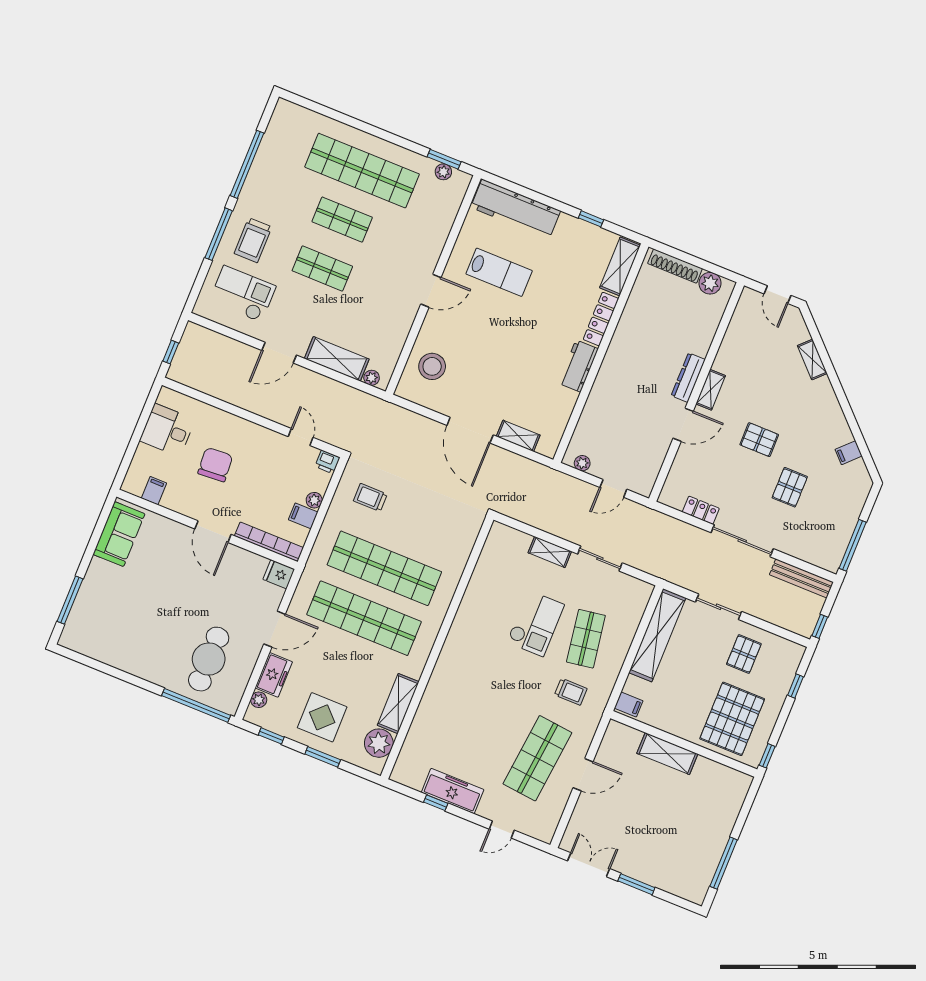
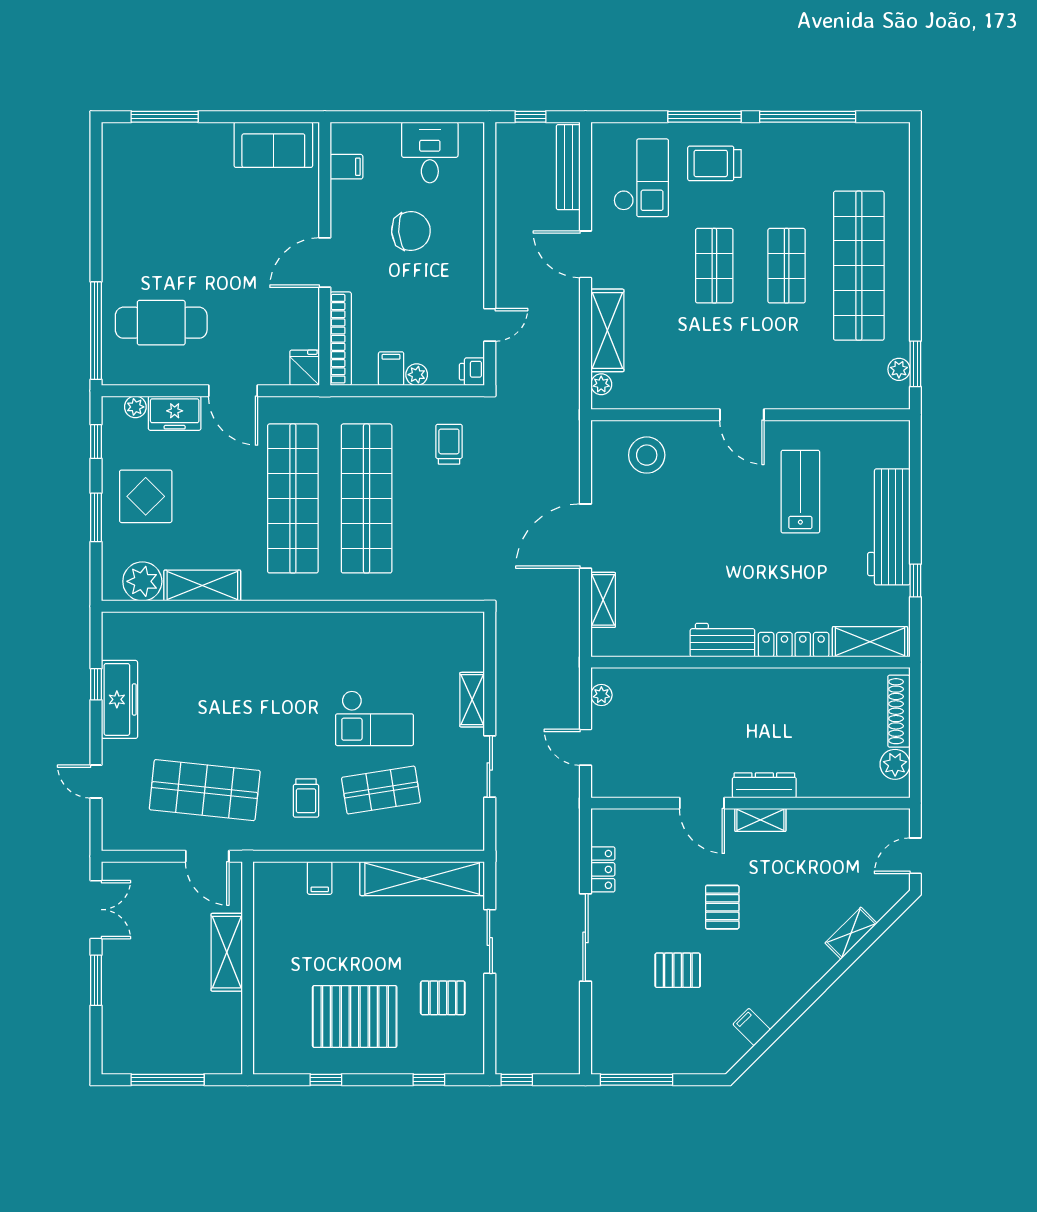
workbench: (516, 209) -> (889, 527), moved
lab bench: (499, 272) -> (800, 492), turned 180
bench: (801, 578) -> (568, 167), moved
wall: (684, 744) -> (248, 968), moved
shelving: (667, 754) -> (227, 952), moved

